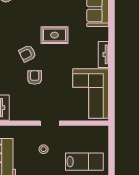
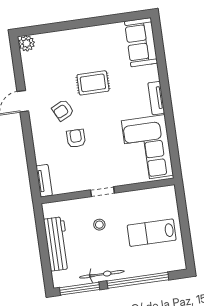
lab bench: (84, 162) -> (152, 233), turned 180

